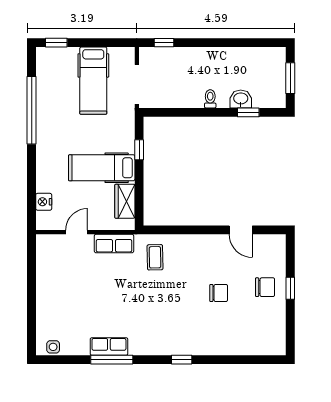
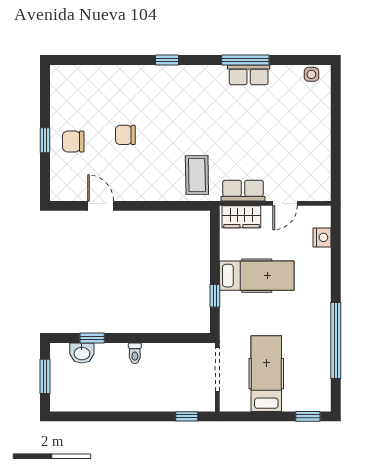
washbasin: (241, 99) -> (82, 353), moved
wardrobe: (125, 201) -> (241, 217), moved, turned 90
coffee table: (155, 257) -> (197, 175), width x1.36, depth x1.30

